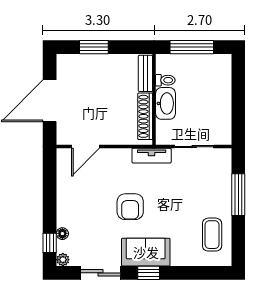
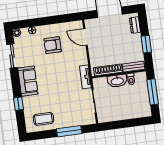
window: (94, 47) -> (146, 44), moved
dresser: (77, 61) -> (135, 25), added
armchair: (130, 207) -> (53, 45), moved
window: (50, 243) -> (26, 24), removed
window: (149, 273) -> (18, 104), moved

